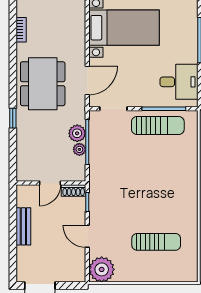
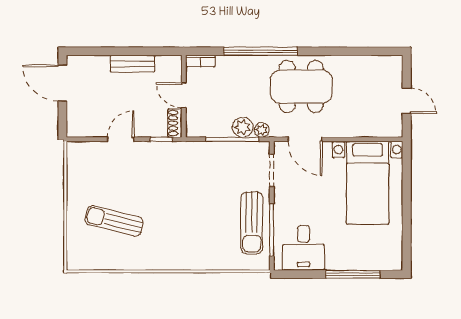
bookcase: (21, 30) -> (200, 61), moved
window: (13, 118) -> (261, 51), width x3.17
plant: (79, 149) -> (262, 130), moved
sun lounger: (156, 242) -> (114, 221), turned 104
plant: (102, 269) -> (81, 156), removed

